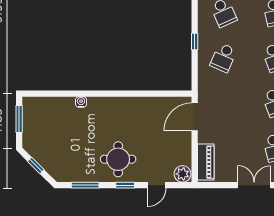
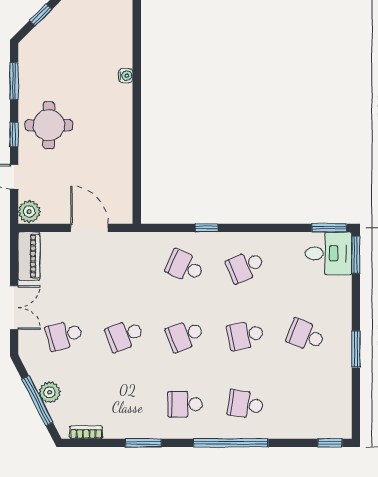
door: (195, 117) -> (89, 228), moved
piano: (206, 162) -> (29, 256), moved, turned -90

